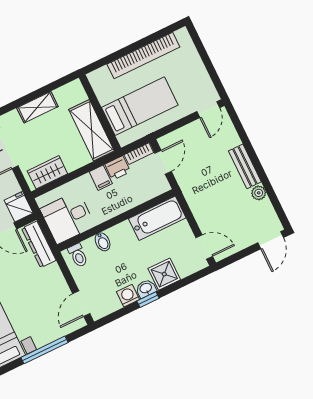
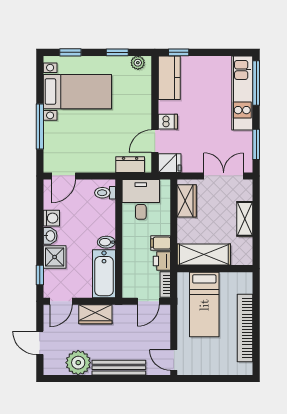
door: (163, 162) -> (148, 301), hinge flipped
bench: (245, 166) -> (119, 368), width x1.36
plant: (259, 193) -> (78, 363), width x1.88, depth x1.88
wardrobe: (201, 207) -> (95, 314), added
door: (271, 240) -> (40, 343), moved
bidet: (103, 242) -> (106, 242), moved
dresser: (39, 244) -> (130, 165), width x0.70
window: (148, 300) -> (40, 275), moved
door: (81, 304) -> (64, 176), swing flipped

